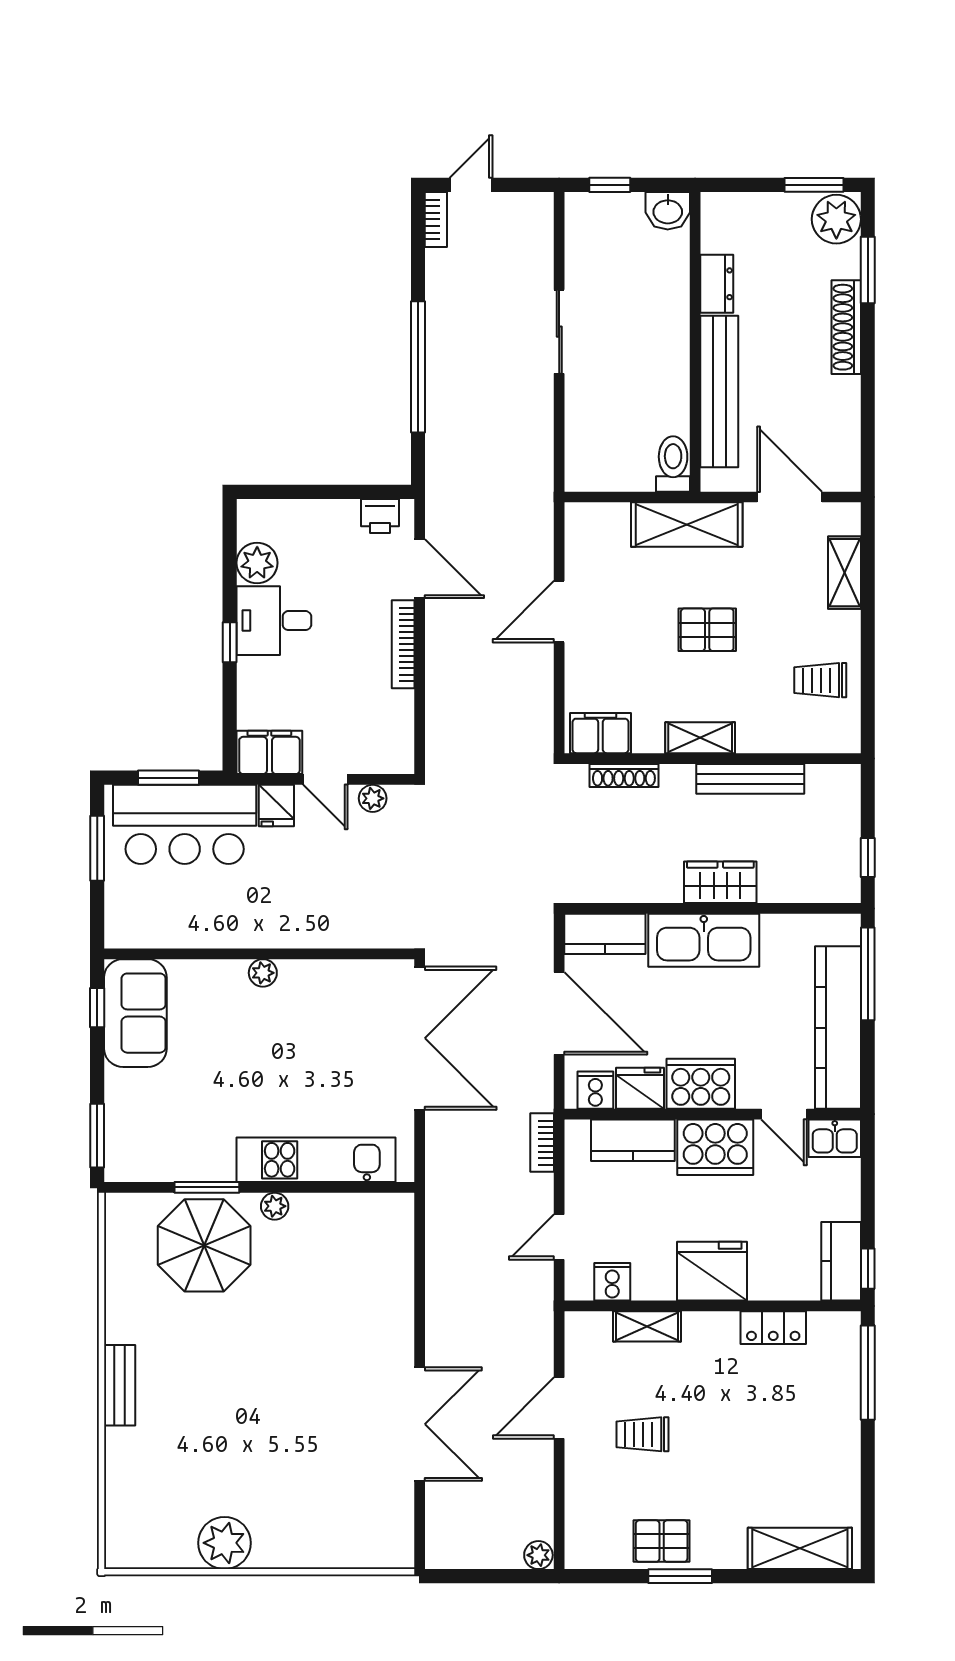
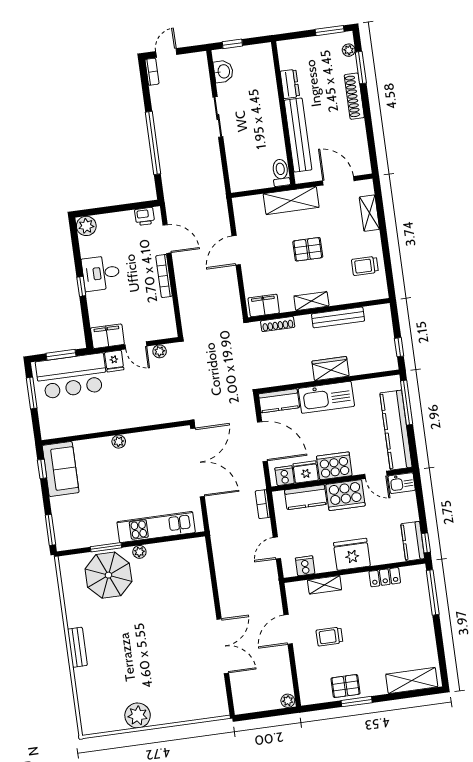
washbasin: (668, 211) -> (223, 71), moved, turned -90
plant: (836, 219) -> (349, 50), width x0.53, depth x0.53
plant: (257, 563) -> (86, 226), moved

